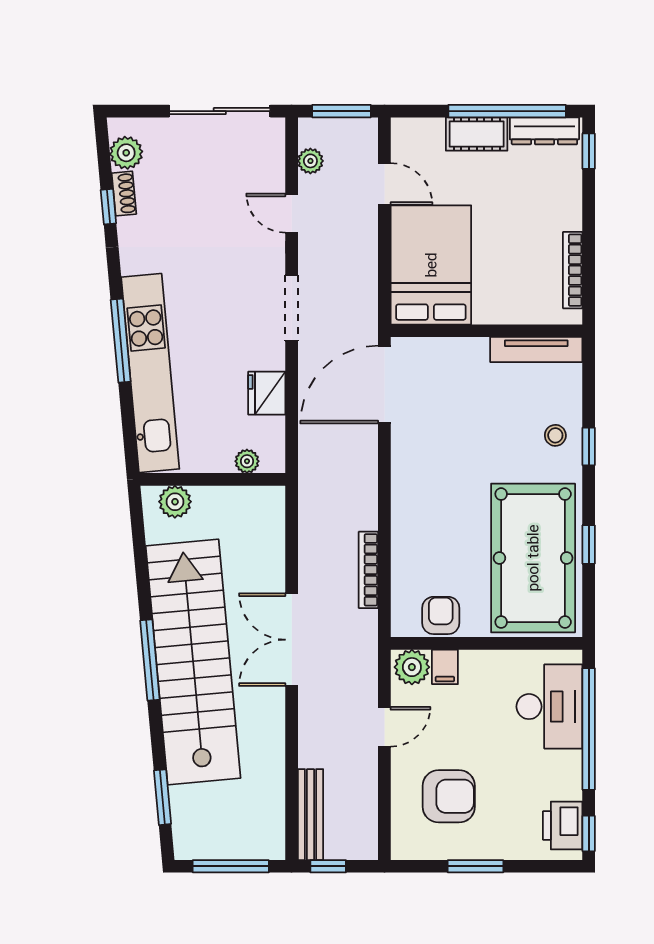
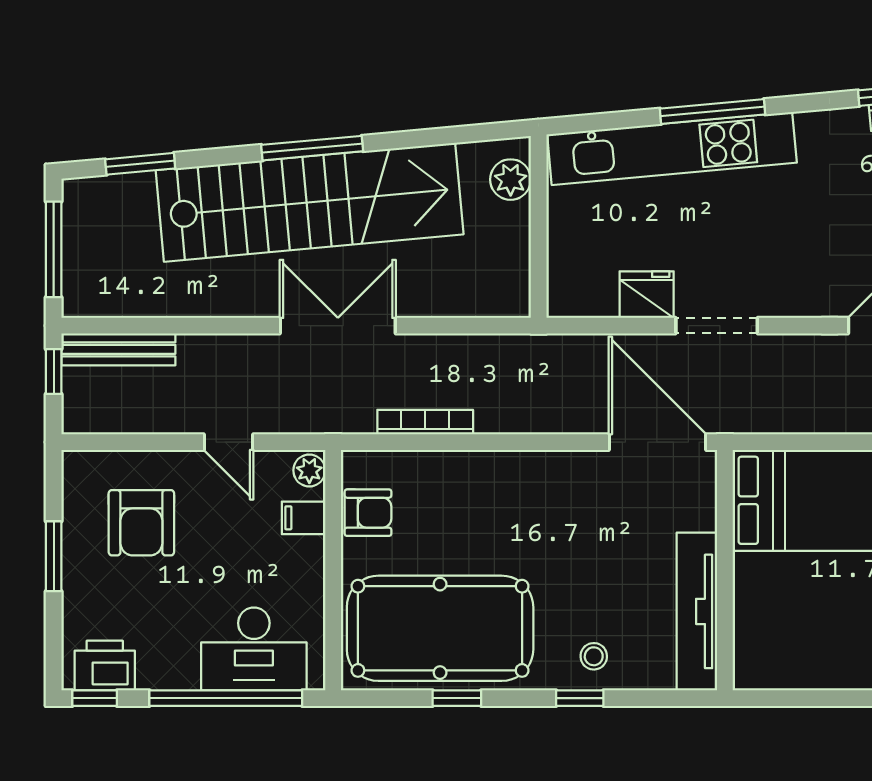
bookcase: (573, 270) -> (801, 678), removed
doorway: (292, 308) -> (717, 326), moved
tv unit: (536, 350) -> (697, 611), width x1.36, depth x1.29
plant: (247, 461) -> (561, 270), removed
plant: (412, 667) -> (309, 470), width x0.73, depth x0.73

